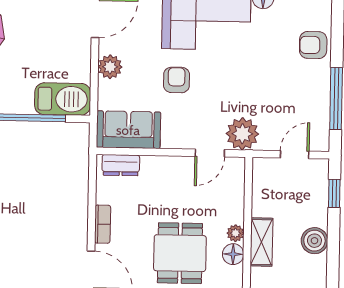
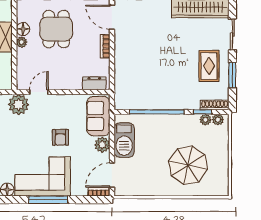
barbecue: (63, 99) -> (124, 140), moved, turned -90
sofa: (128, 130) -> (98, 116), moved, turned 90

